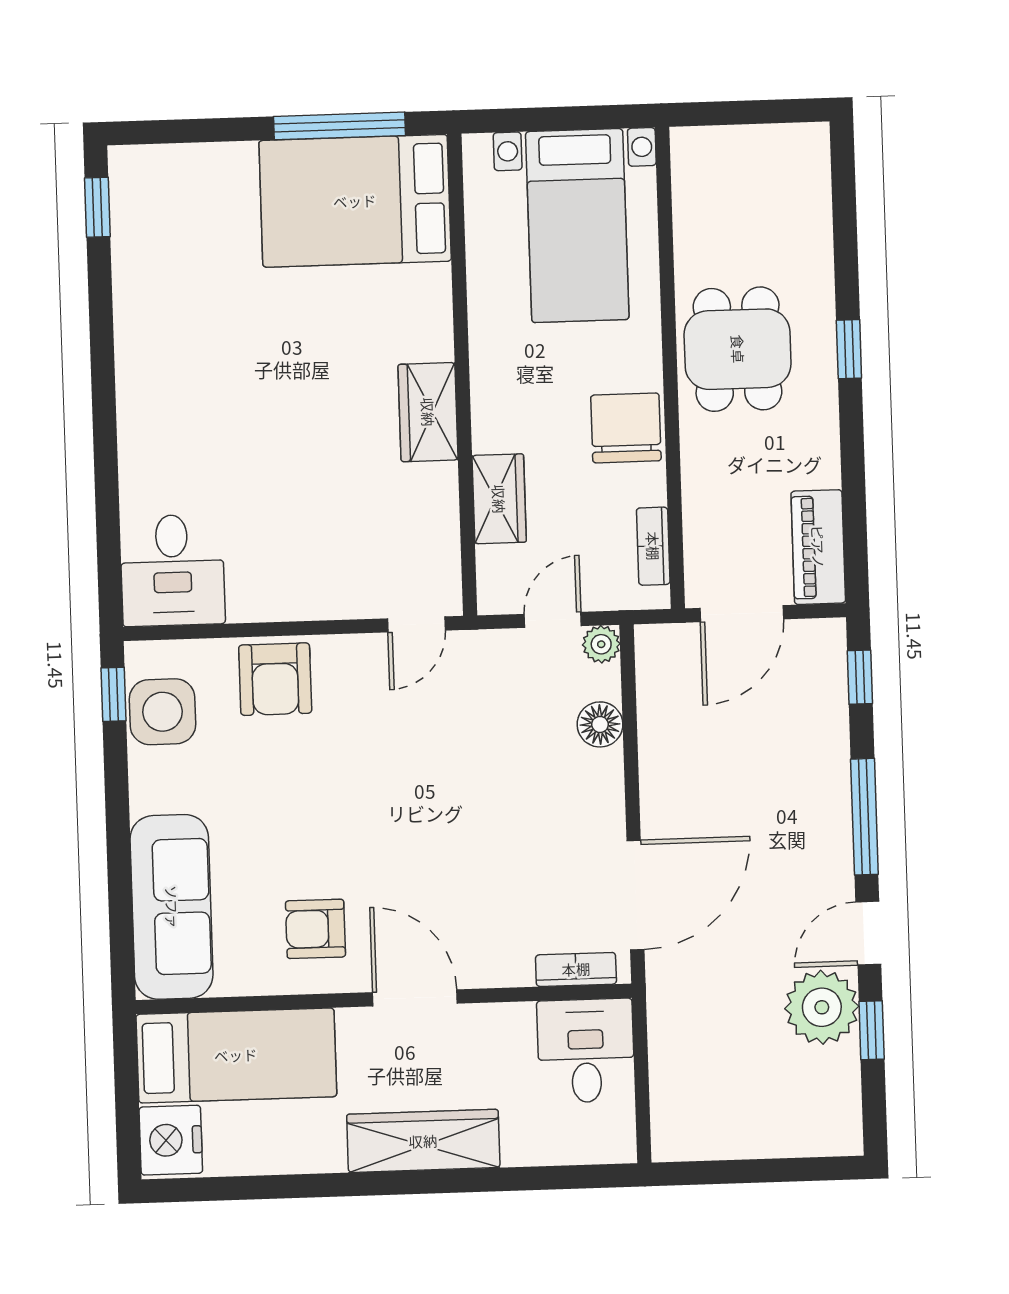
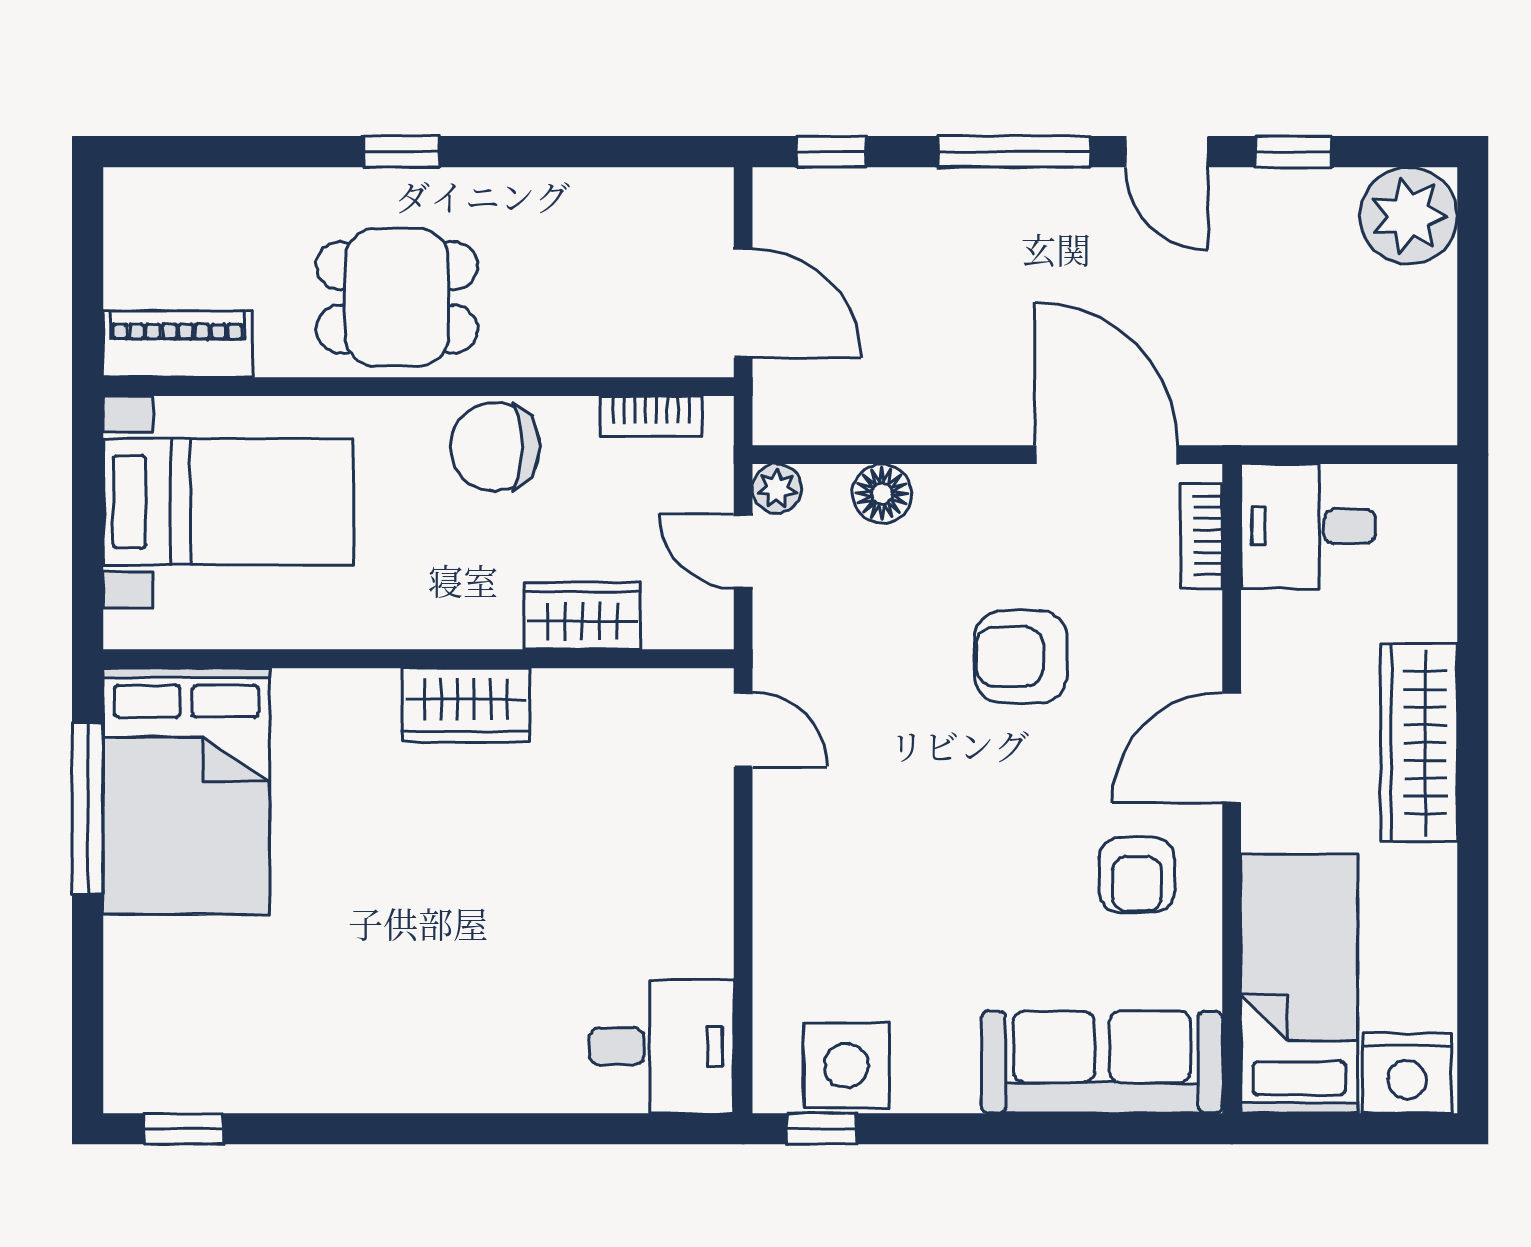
piano: (818, 547) -> (178, 344), moved, turned 180
armchair: (275, 679) -> (1021, 657), moved, turned 180
plant: (822, 1007) -> (1409, 216), moved

